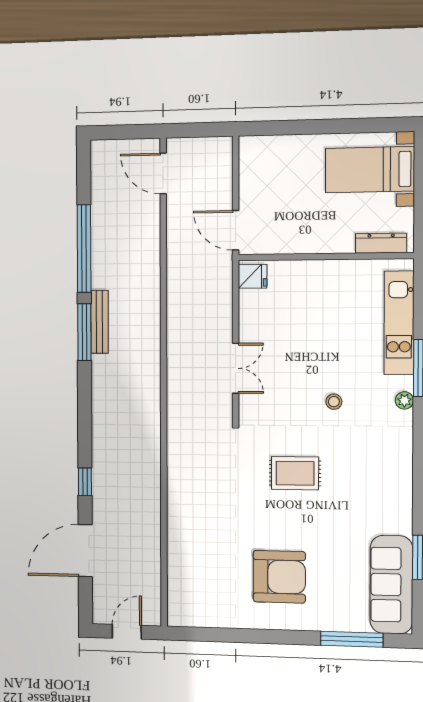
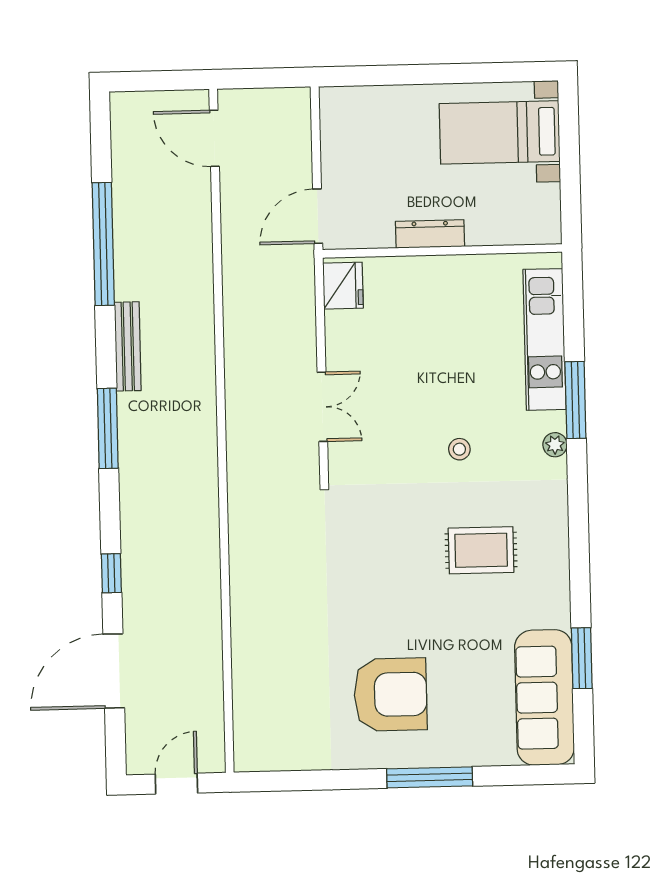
door: (236, 230) -> (318, 216), hinge flipped
dresser: (381, 243) -> (430, 234), moved
fridge: (252, 276) -> (343, 286), width x1.38
window: (84, 332) -> (108, 428), moved
rug: (295, 473) -> (481, 550), moved
window: (352, 639) -> (430, 777), moved

